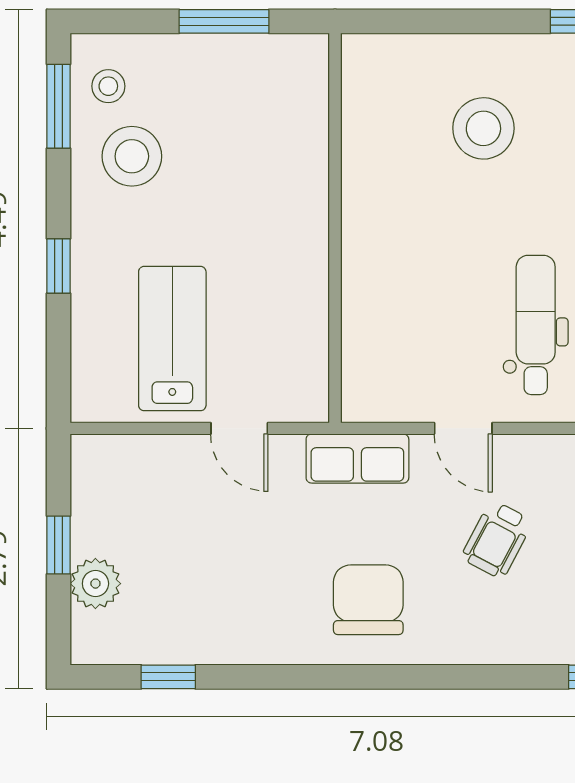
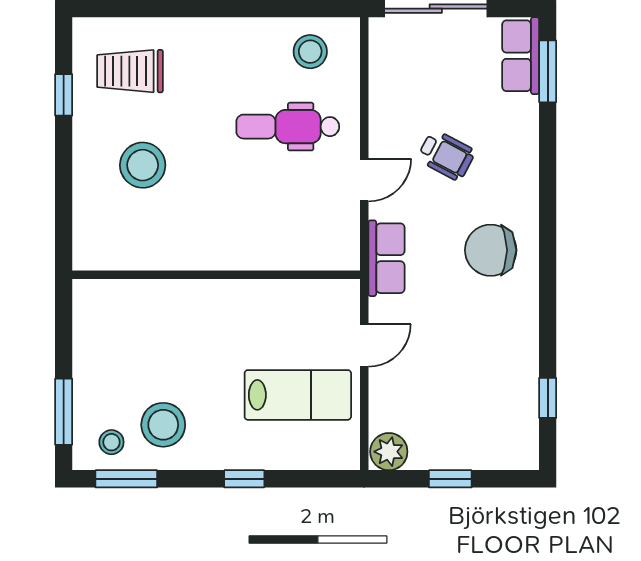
window: (224, 21) -> (64, 412), moved
lab bench: (172, 339) -> (298, 395), turned 180
plant: (95, 584) -> (389, 452), moved

